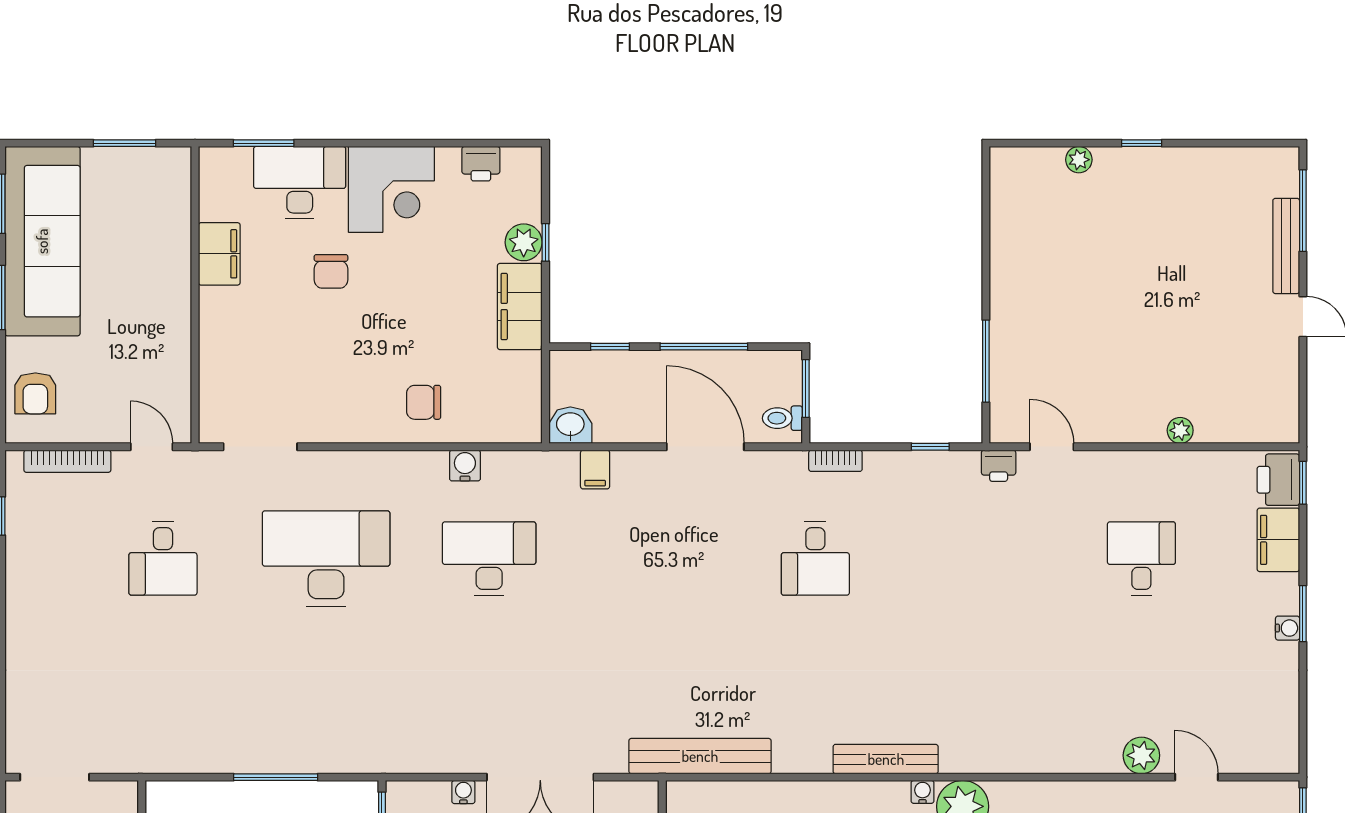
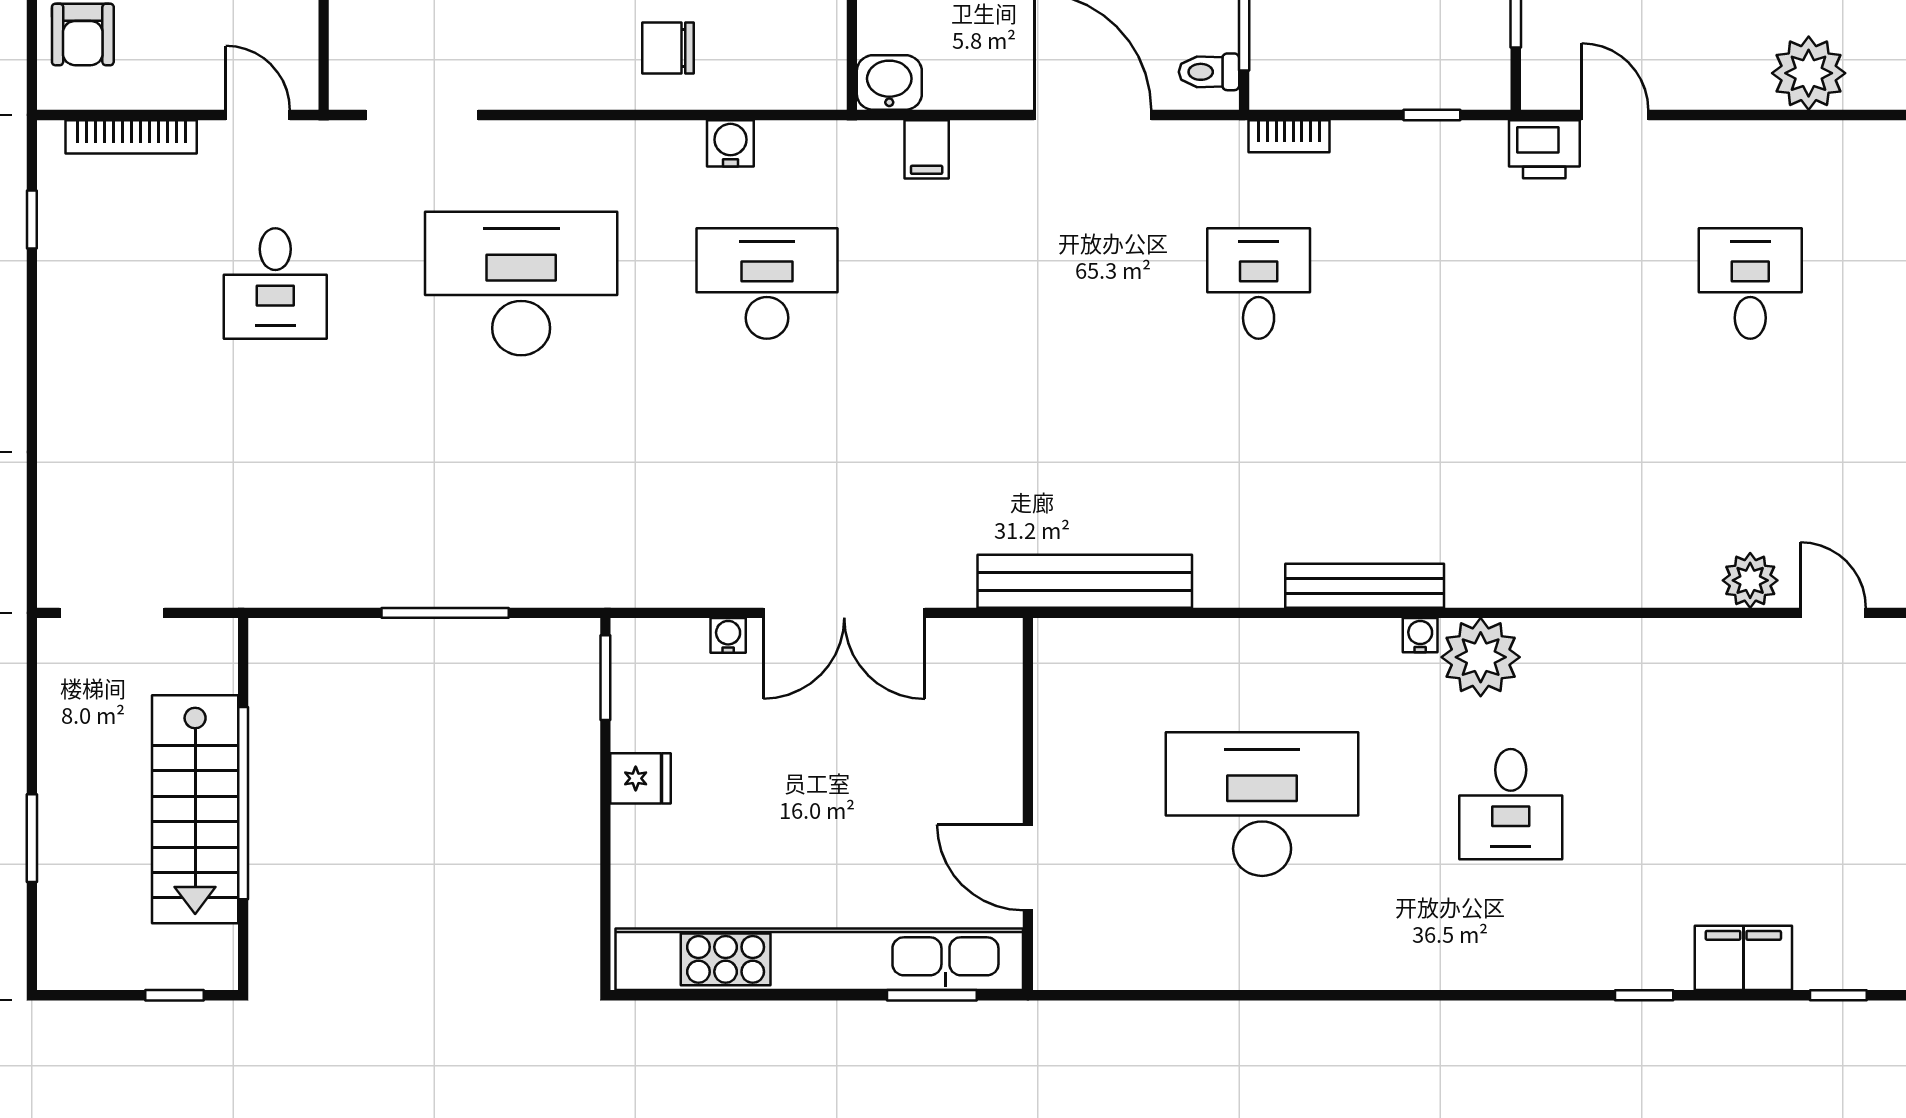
plant: (1180, 430) -> (1809, 73), width x1.88, depth x1.88
printer: (999, 466) -> (1544, 149), width x1.36, depth x1.24
desk: (815, 559) -> (1259, 283), turned 180

